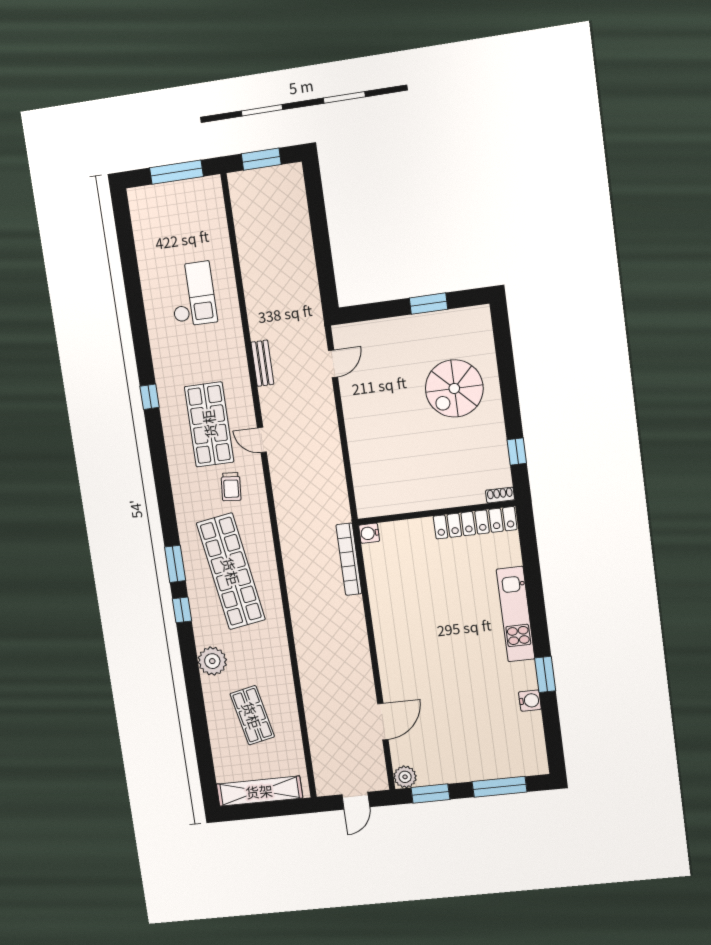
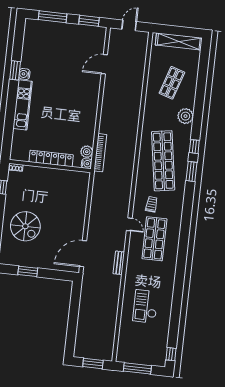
door: (333, 364) -> (83, 254), width x1.88
spiral stairs: (454, 388) -> (25, 226), turned 90
window: (150, 397) -> (171, 354), moved
locker: (475, 523) -> (51, 158), moved
water cooler: (530, 701) -> (24, 74), moved
shop shelf: (252, 715) -> (172, 83), turned 30
plant: (405, 777) -> (87, 152), moved

